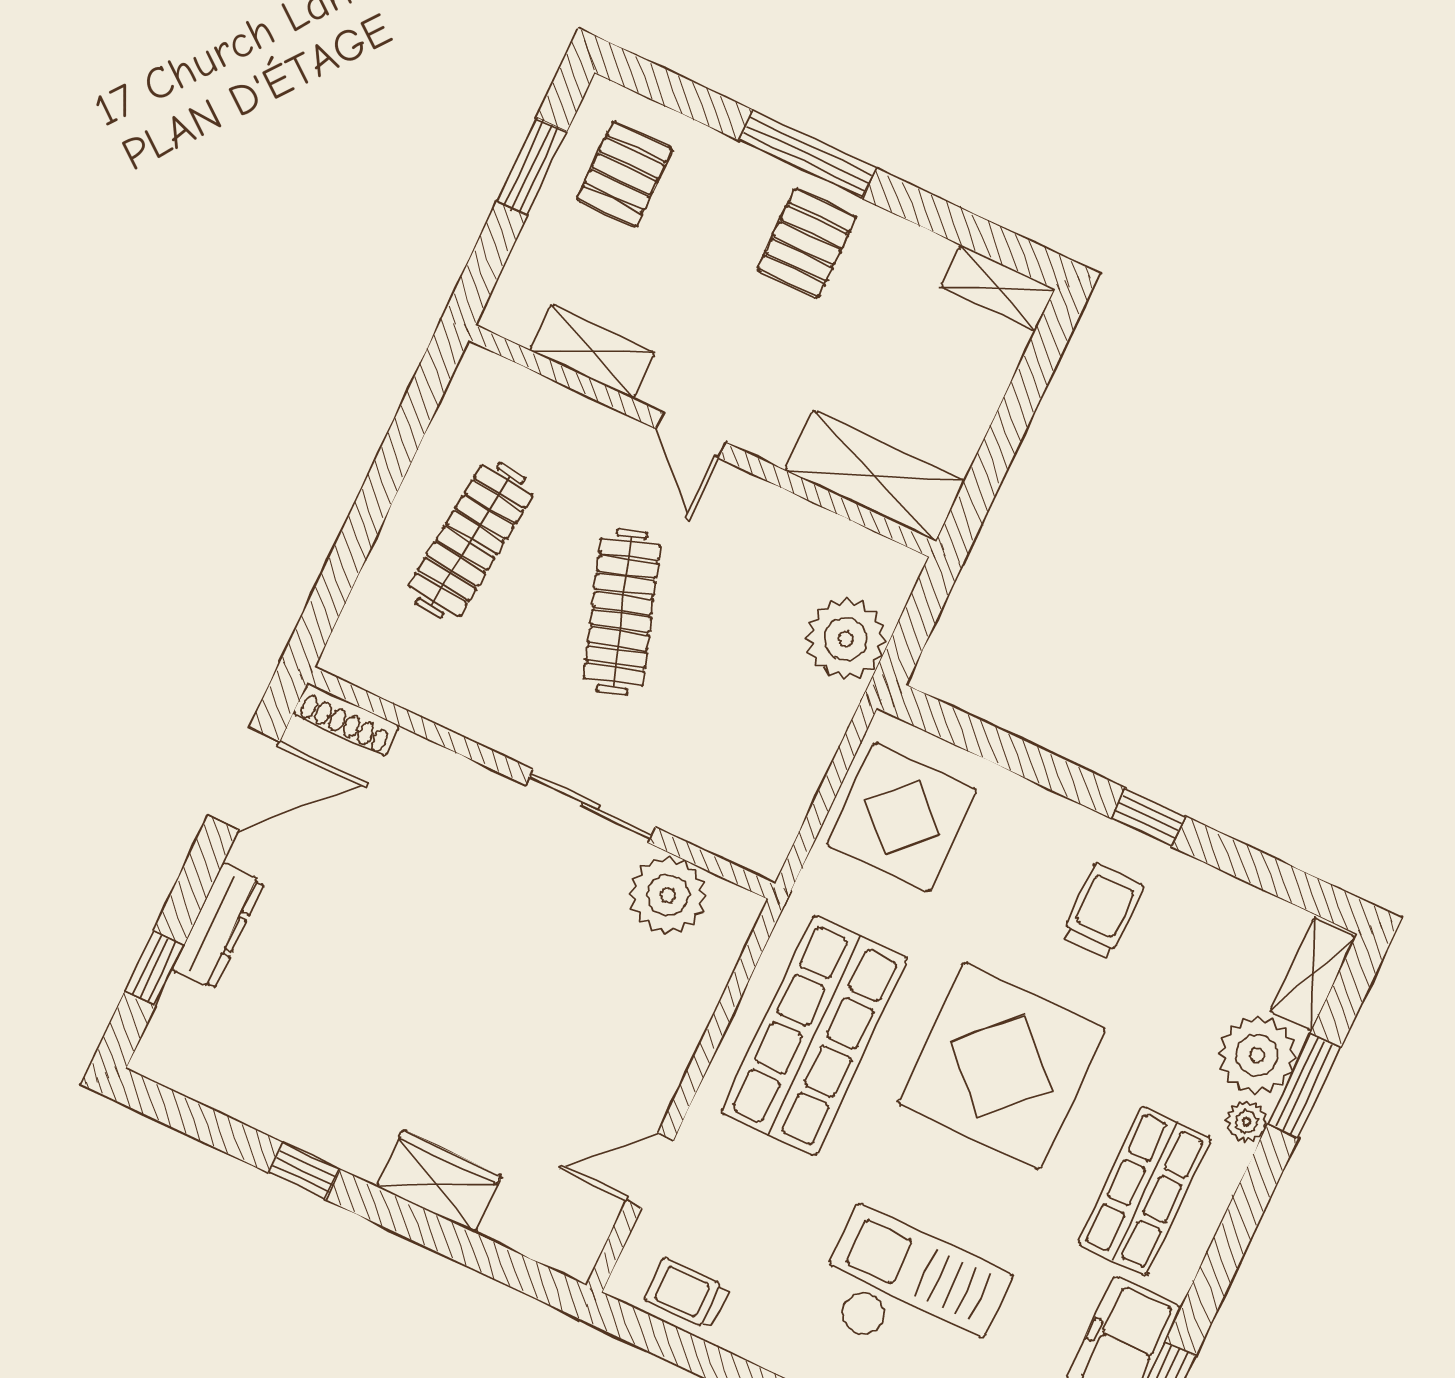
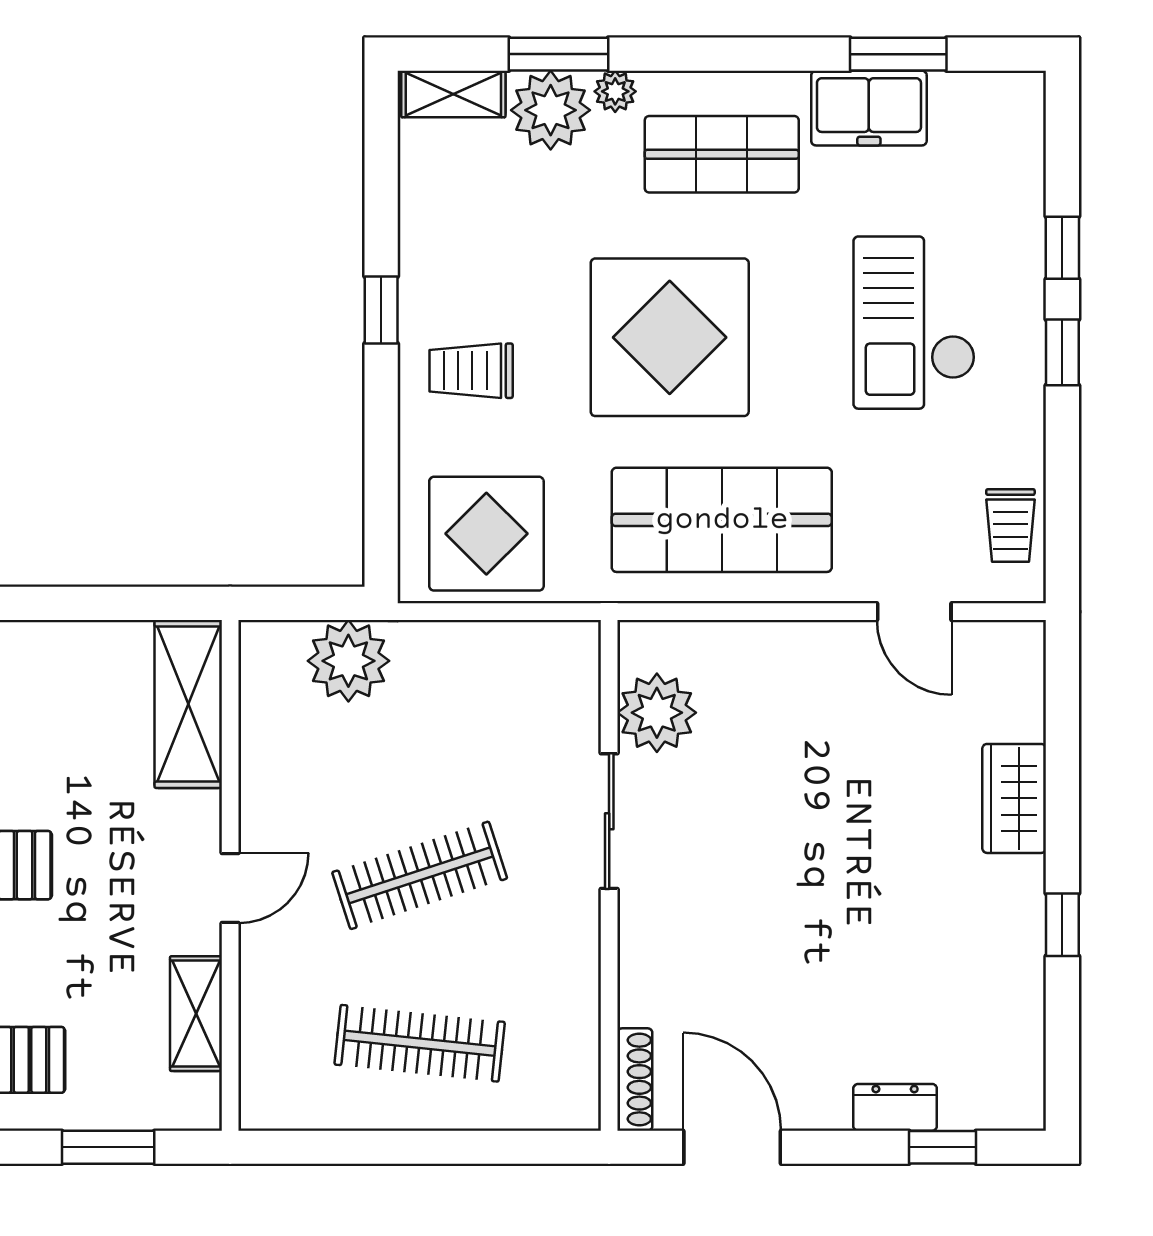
window: (532, 166) -> (108, 1147), moved
trolley: (1102, 911) -> (471, 371), moved
dresser: (218, 926) -> (895, 1107), width x0.70

